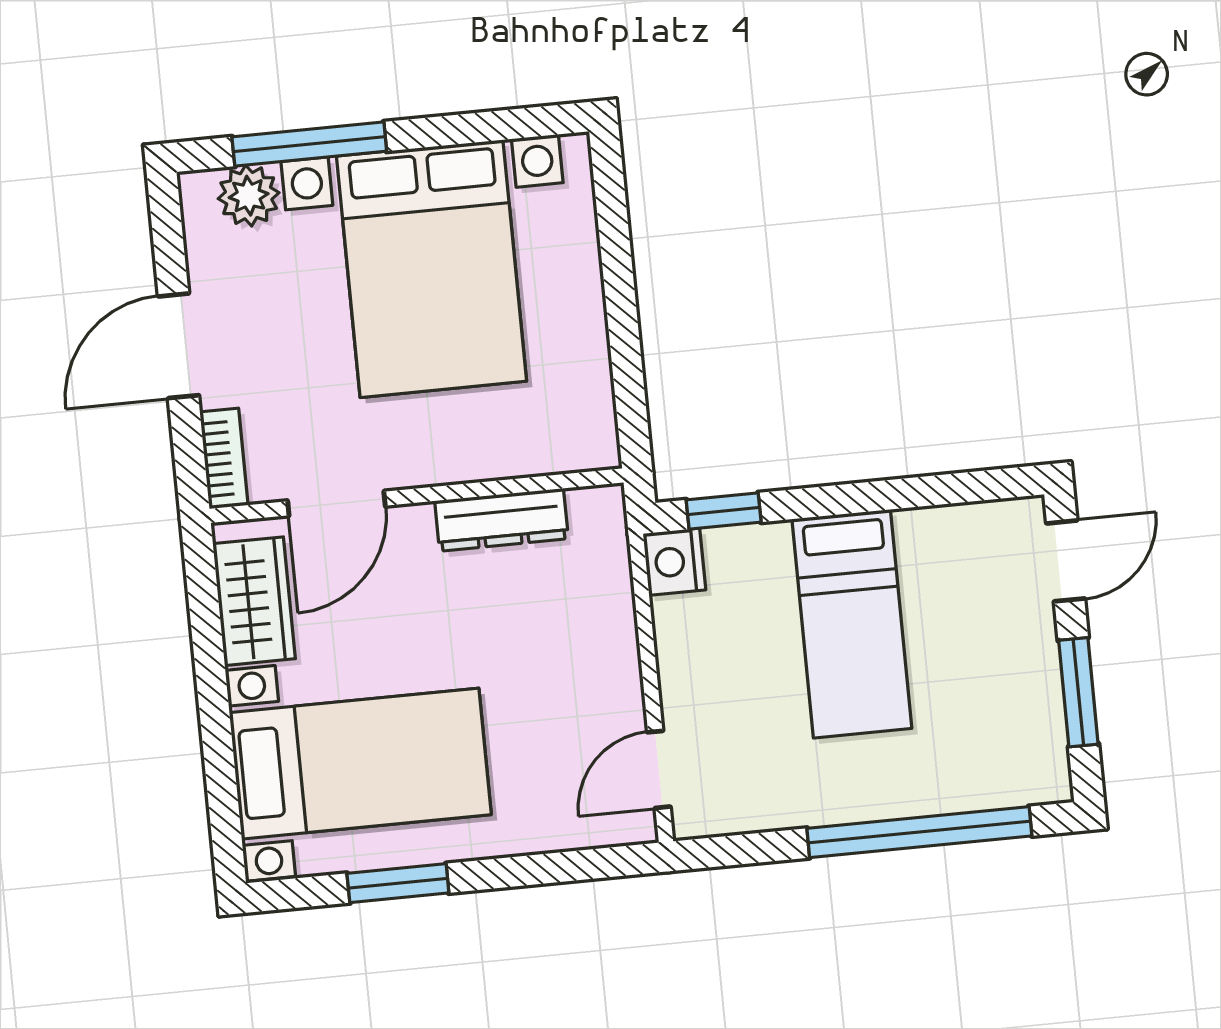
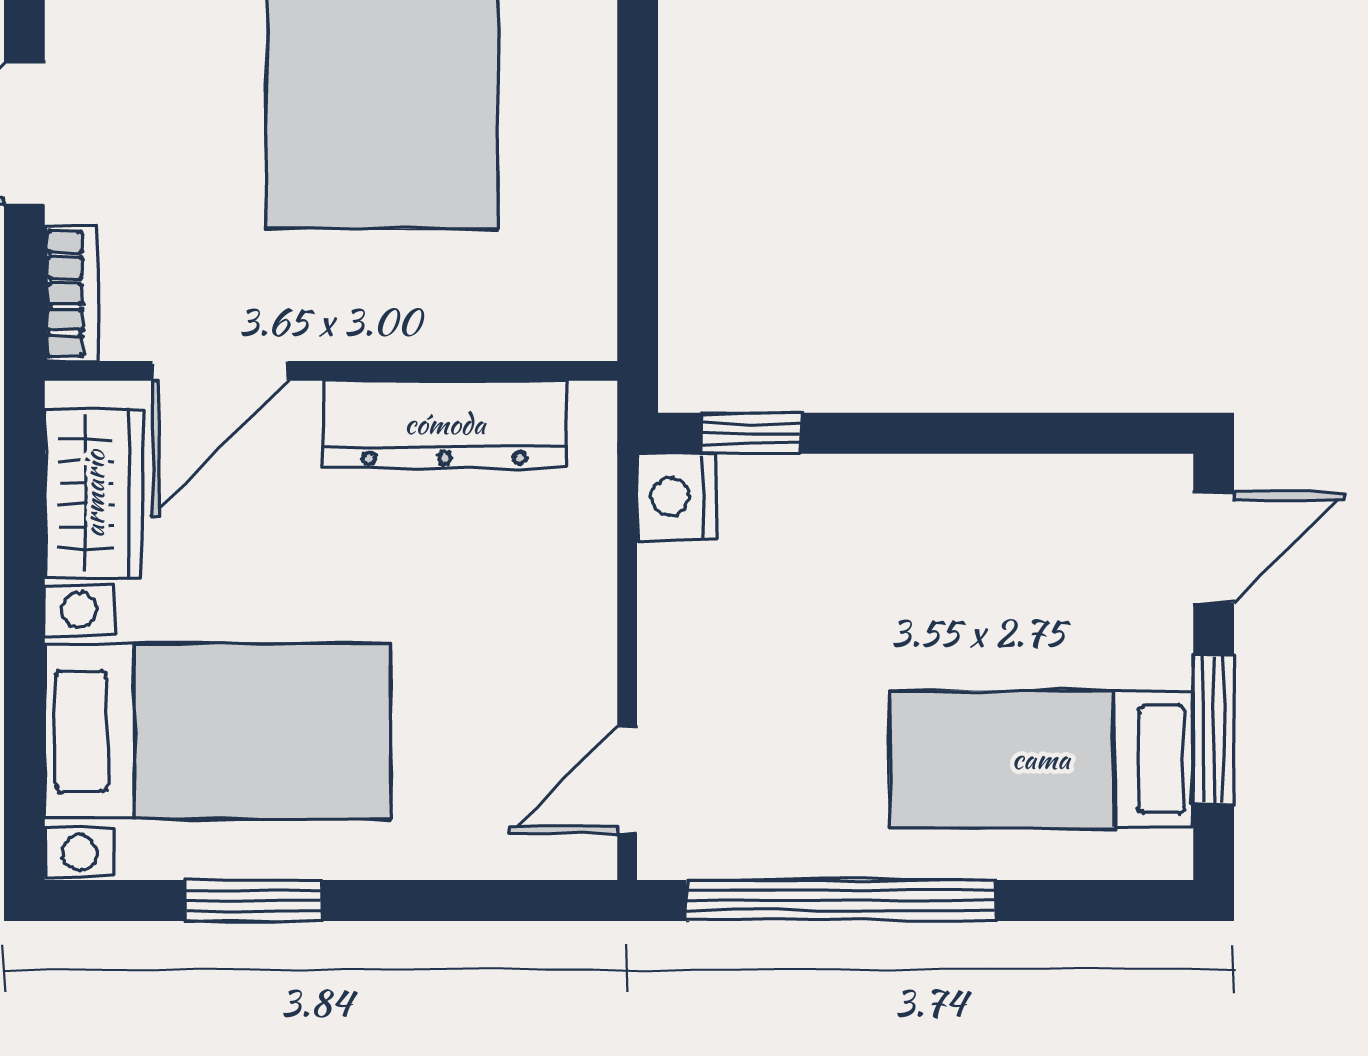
dresser: (502, 520) -> (445, 424), width x1.37, depth x1.24
bed: (852, 624) -> (1041, 759), moved, turned 90
window: (919, 832) -> (841, 900), moved

